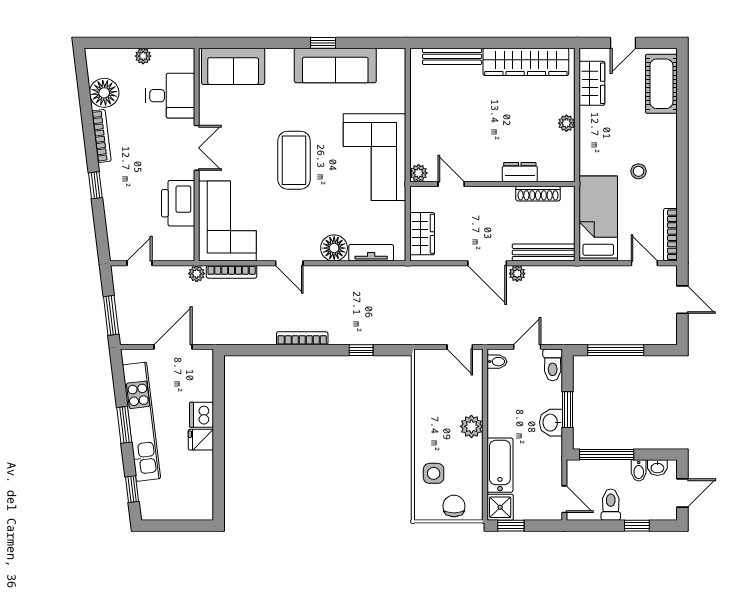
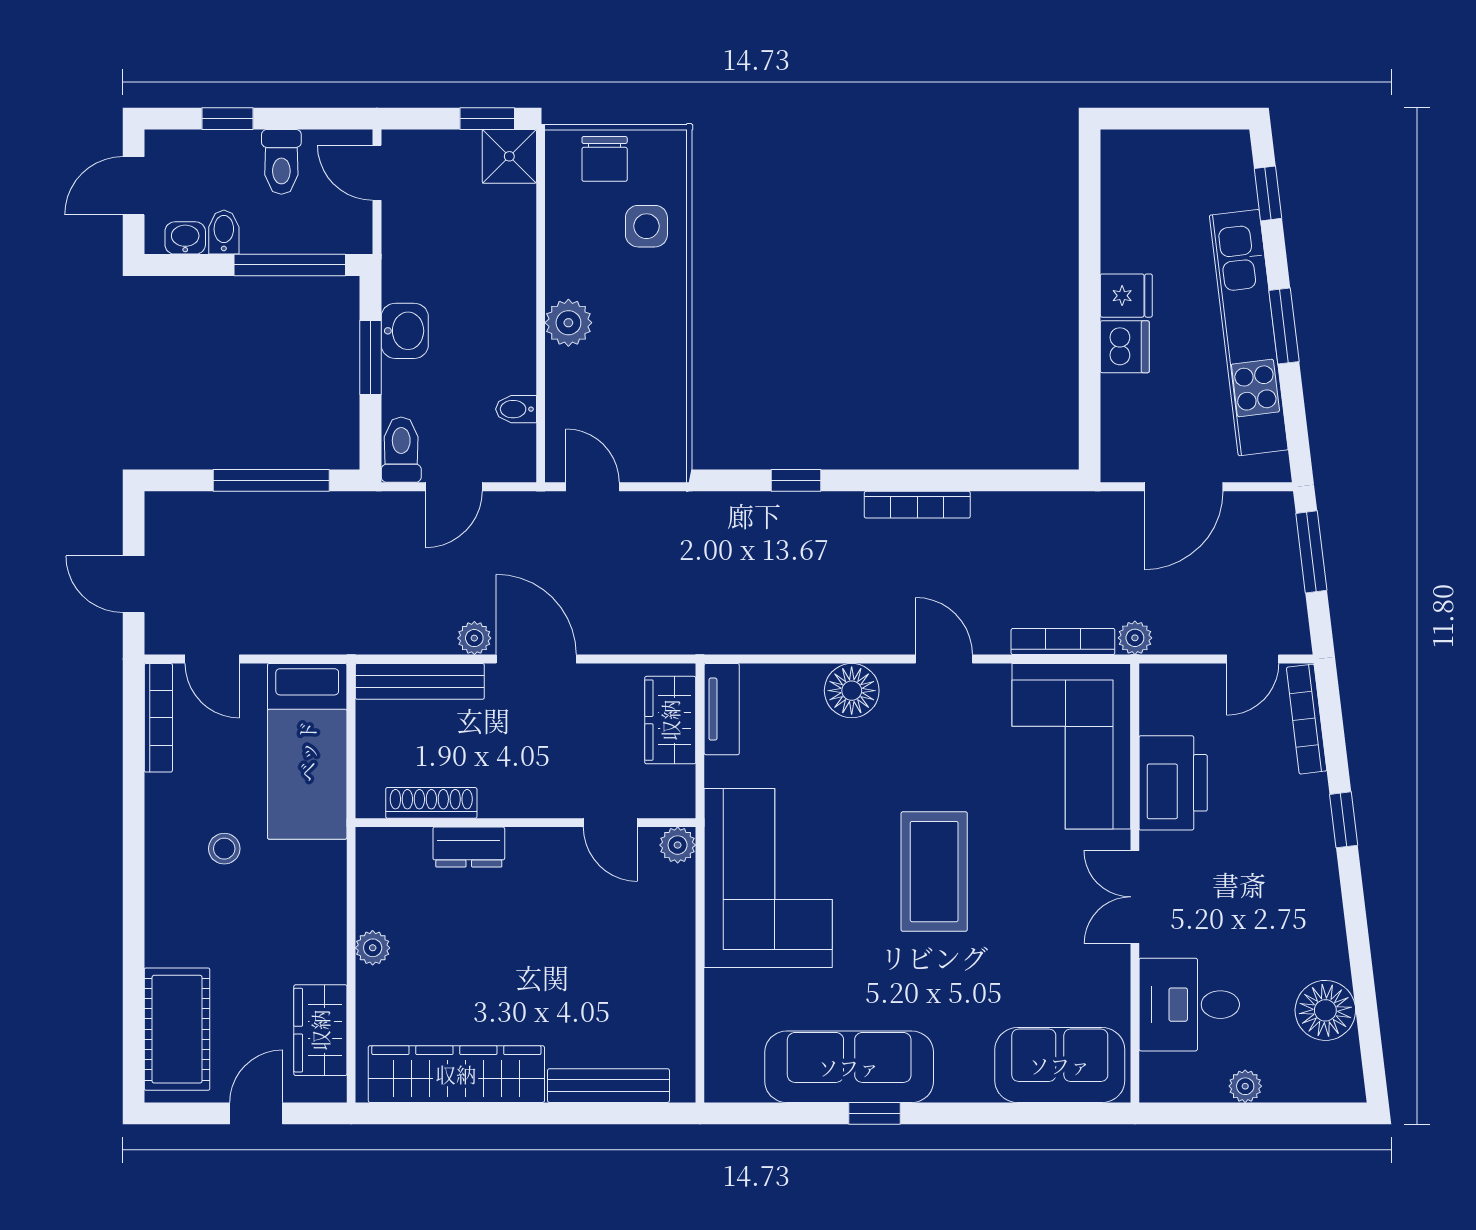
bookcase: (101, 136) -> (1307, 719), moved
tv unit: (371, 253) -> (722, 709), moved, turned -90
bidet: (497, 362) -> (516, 409), moved
bathtub: (500, 465) -> (510, 243), removed

